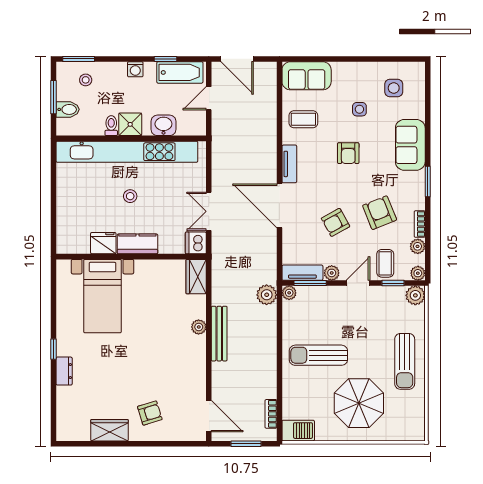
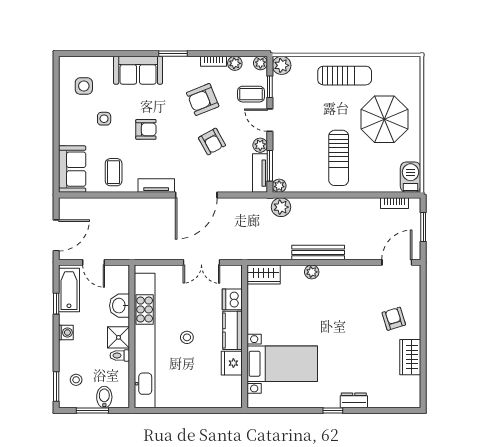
dishwasher: (196, 243) -> (232, 299), moved, turned 90

